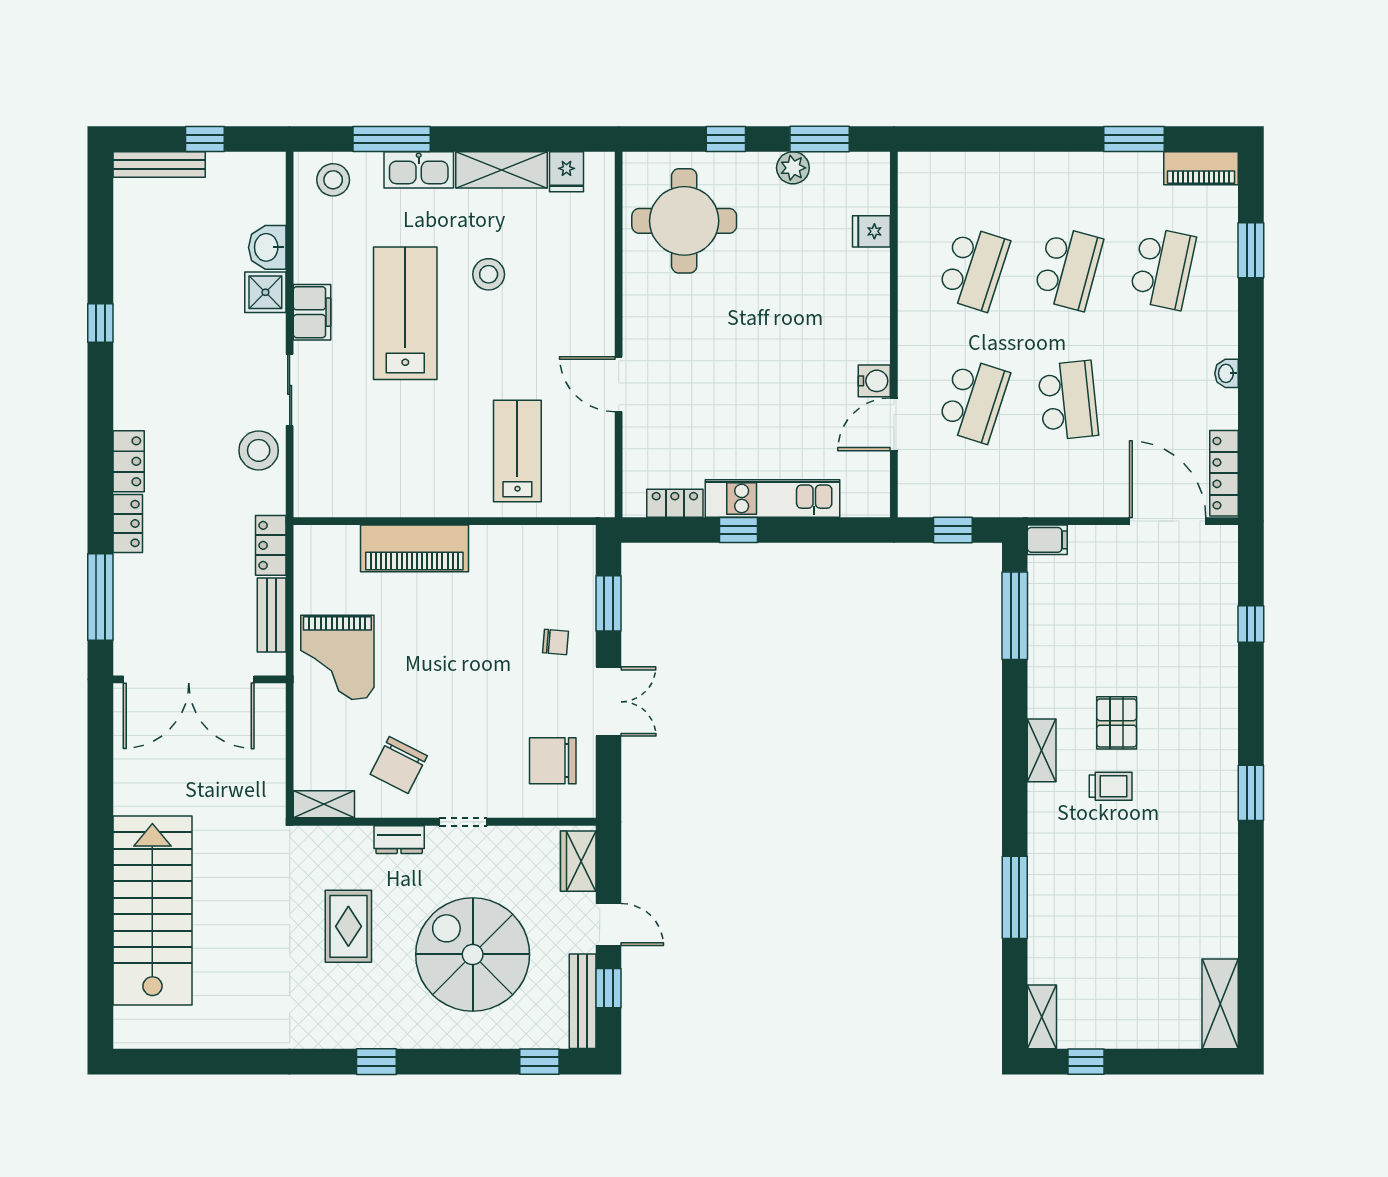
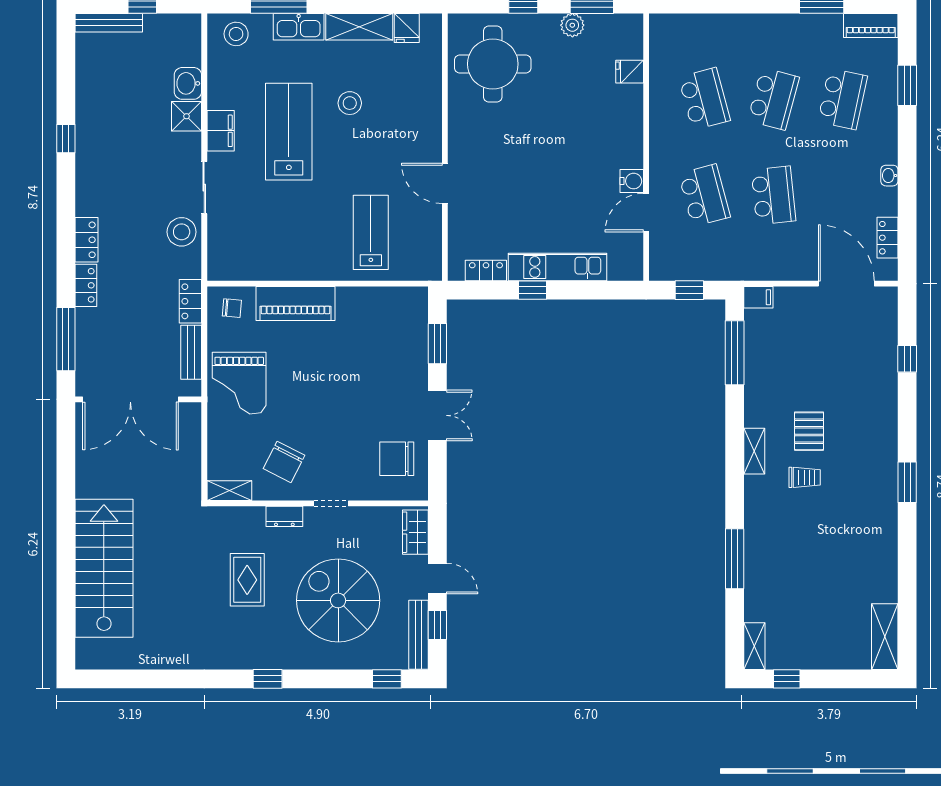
school desk: (973, 268) -> (704, 99), turned -33
school desk: (973, 400) -> (704, 195), turned -33
locker: (1224, 473) -> (888, 238), width x0.66
chair: (556, 642) -> (232, 308), moved

